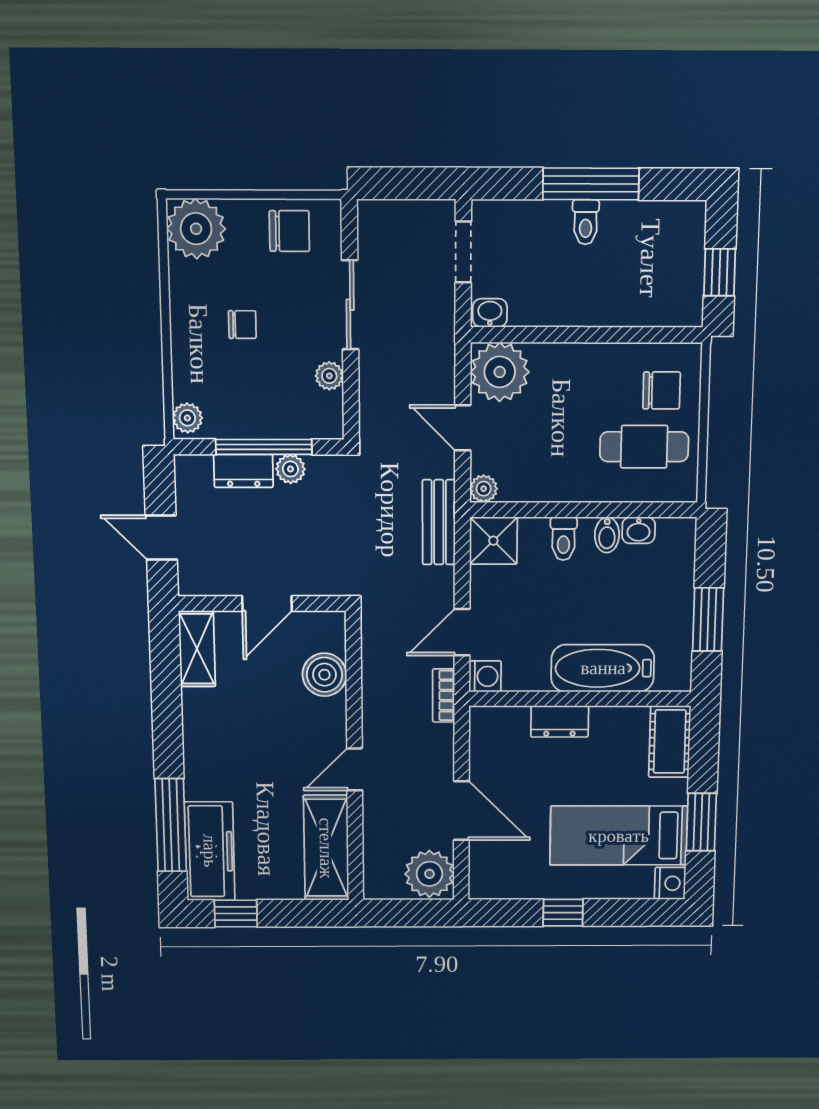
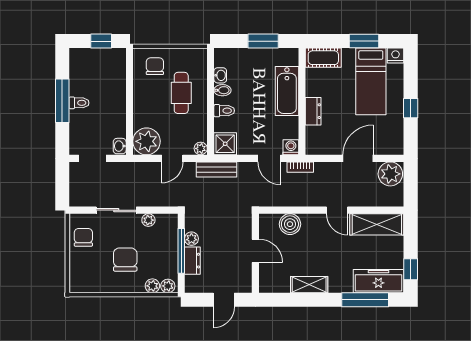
plant: (196, 229) -> (152, 286), moved, width x0.53, depth x0.53
chair: (242, 325) -> (125, 260), width x1.87, depth x1.87
cafe table: (644, 447) -> (181, 93), moved
shelving: (197, 649) -> (309, 285), moved

